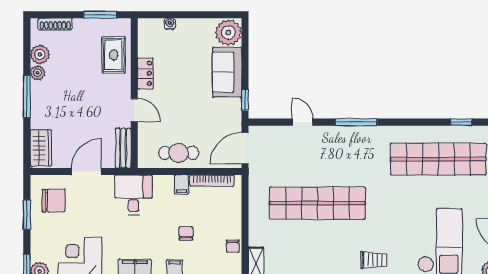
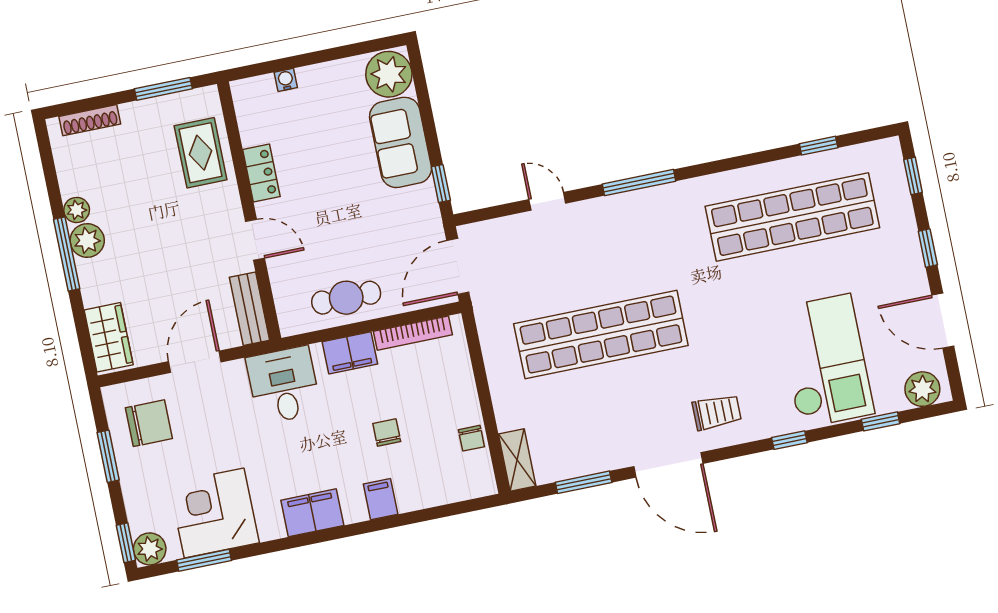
plant: (40, 54) -> (87, 240), moved
filing cabinet: (182, 184) -> (350, 353), width x2.00

